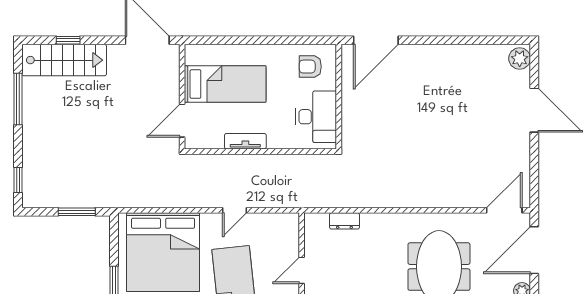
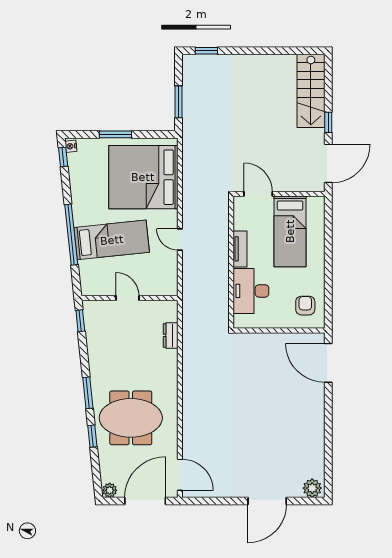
window: (68, 40) -> (328, 122), moved
window: (18, 99) -> (277, 51), removed
desk: (316, 117) -> (251, 291), moved, turned 90
door: (534, 250) -> (145, 501), hinge flipped

